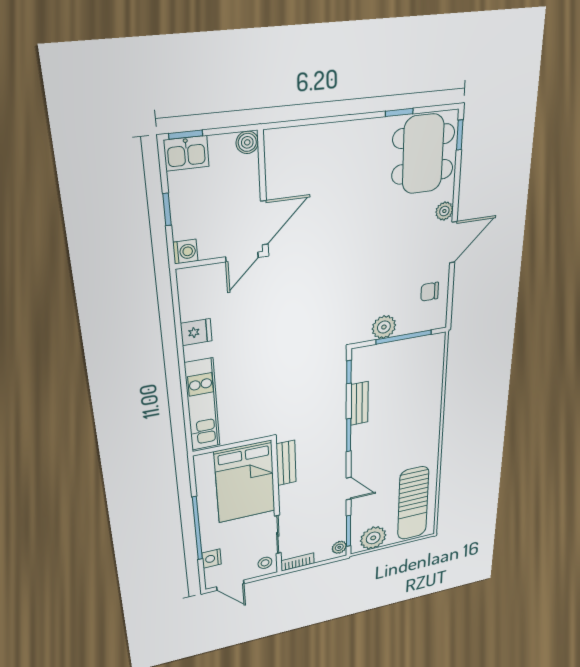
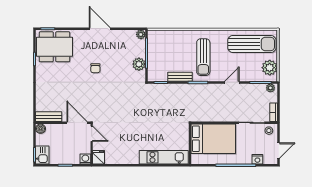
plant: (444, 211) -> (141, 34), moved
chair: (430, 292) -> (95, 68), moved
fridge: (196, 332) -> (99, 157), moved
sun lounger: (394, 434) -> (203, 57), added
bench: (286, 463) -> (49, 117), moved

